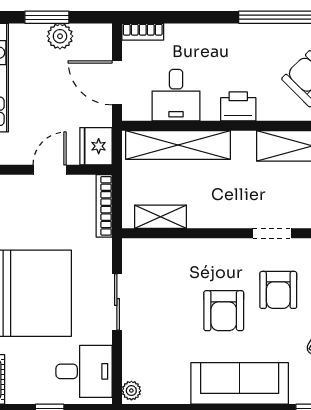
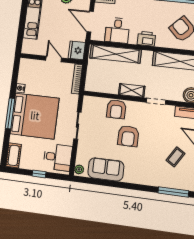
door: (50, 170) -> (54, 59), hinge flipped
shelving: (161, 217) -> (132, 90), moved
armchair: (278, 290) -> (116, 109), moved
sofa: (240, 383) -> (106, 169), moved, width x0.73

